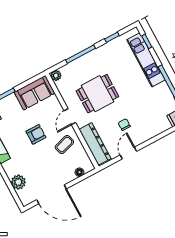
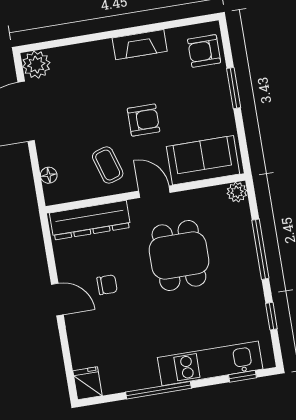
sofa: (35, 93) -> (203, 160), moved, turned 90
armchair: (36, 134) -> (144, 120), turned -90
door: (128, 153) -> (57, 300), moved
plant: (18, 182) -> (36, 65), moved

